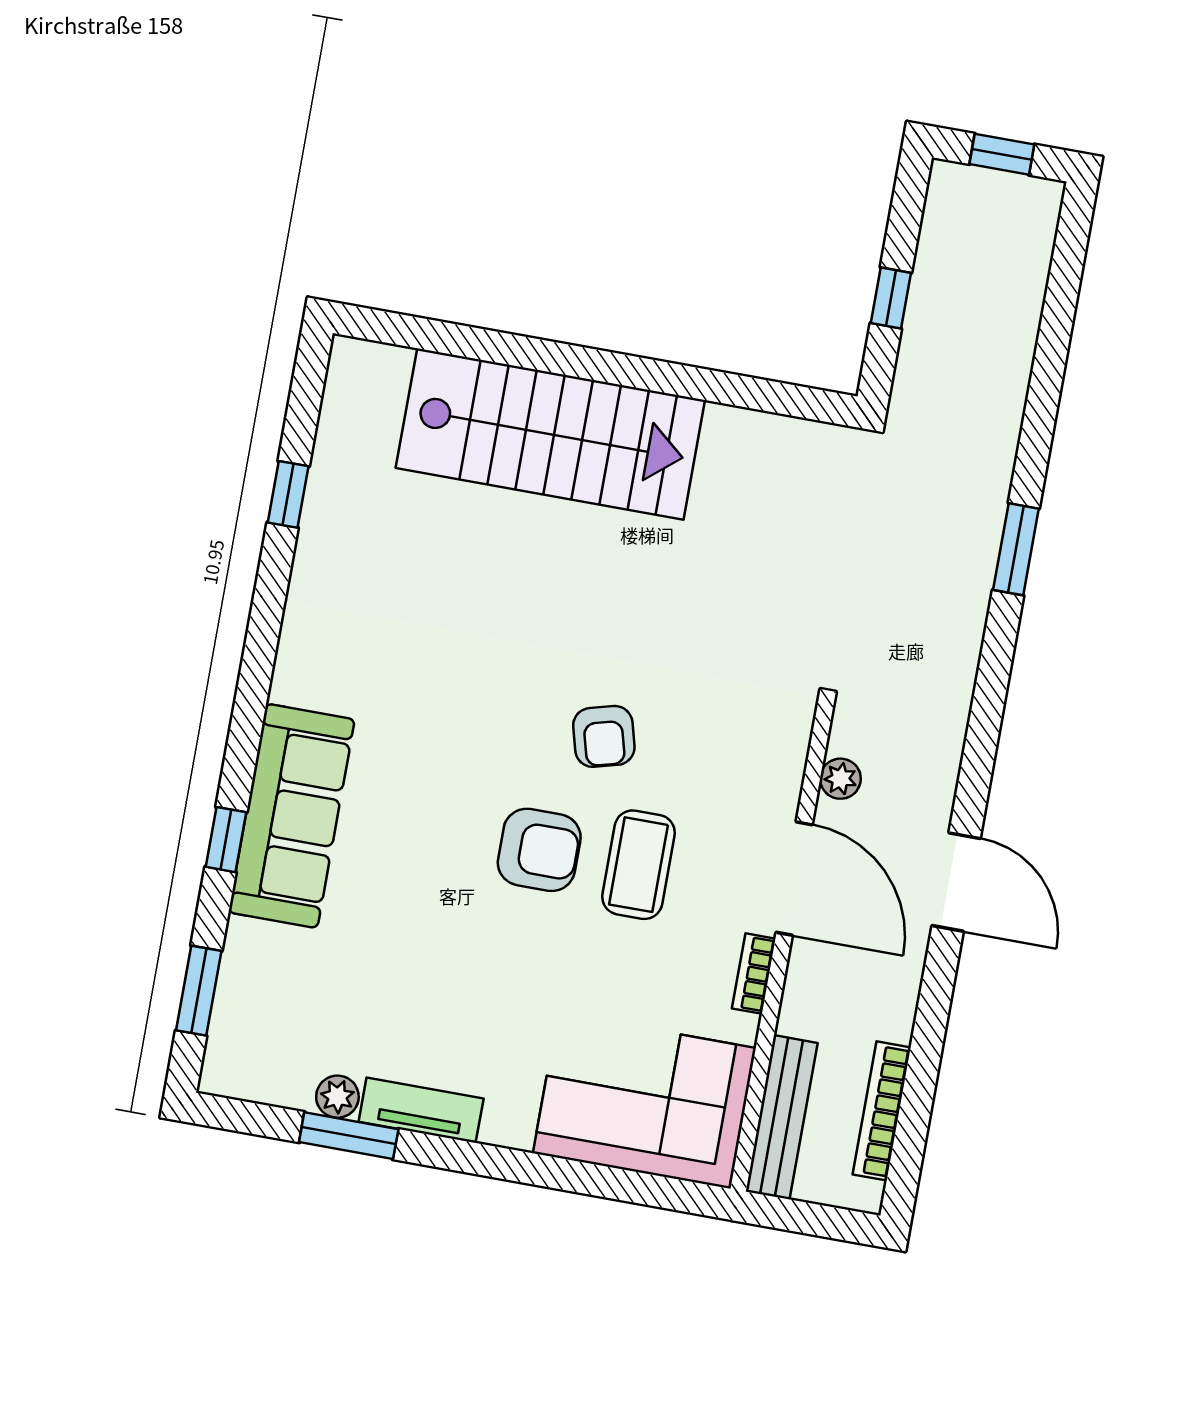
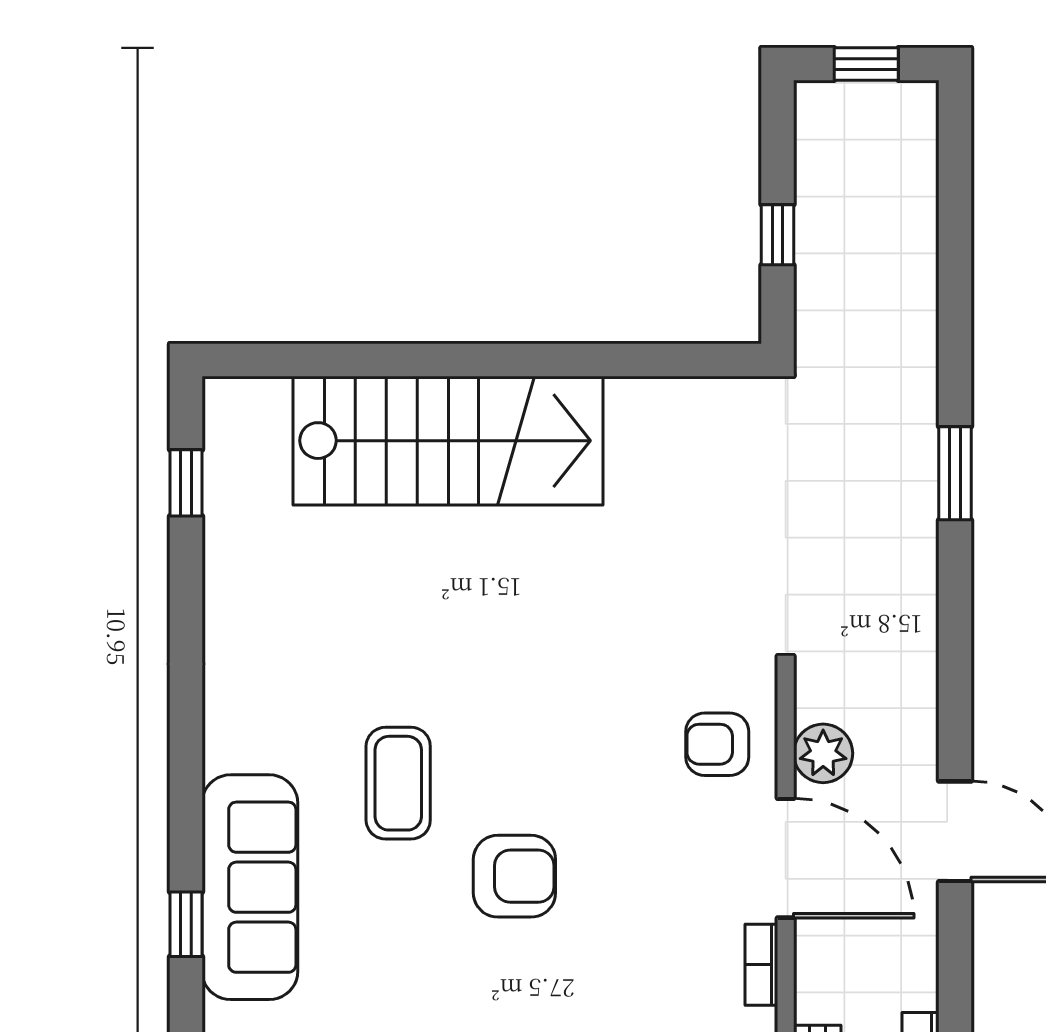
window: (288, 494) -> (186, 483), moved
armchair: (604, 736) -> (717, 744), moved, turned 105
plant: (840, 779) -> (823, 753), width x1.38, depth x1.38
coffee table: (638, 865) -> (398, 783), moved

